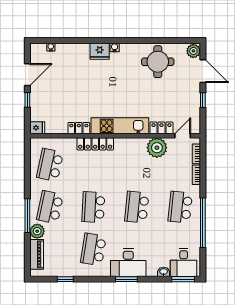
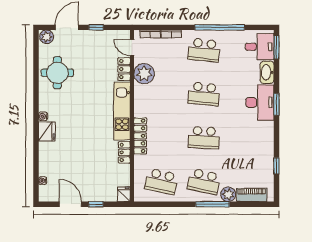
school desk: (93, 249) -> (247, 138), removed
washbasin: (164, 272) -> (267, 72), width x1.91, depth x1.45

